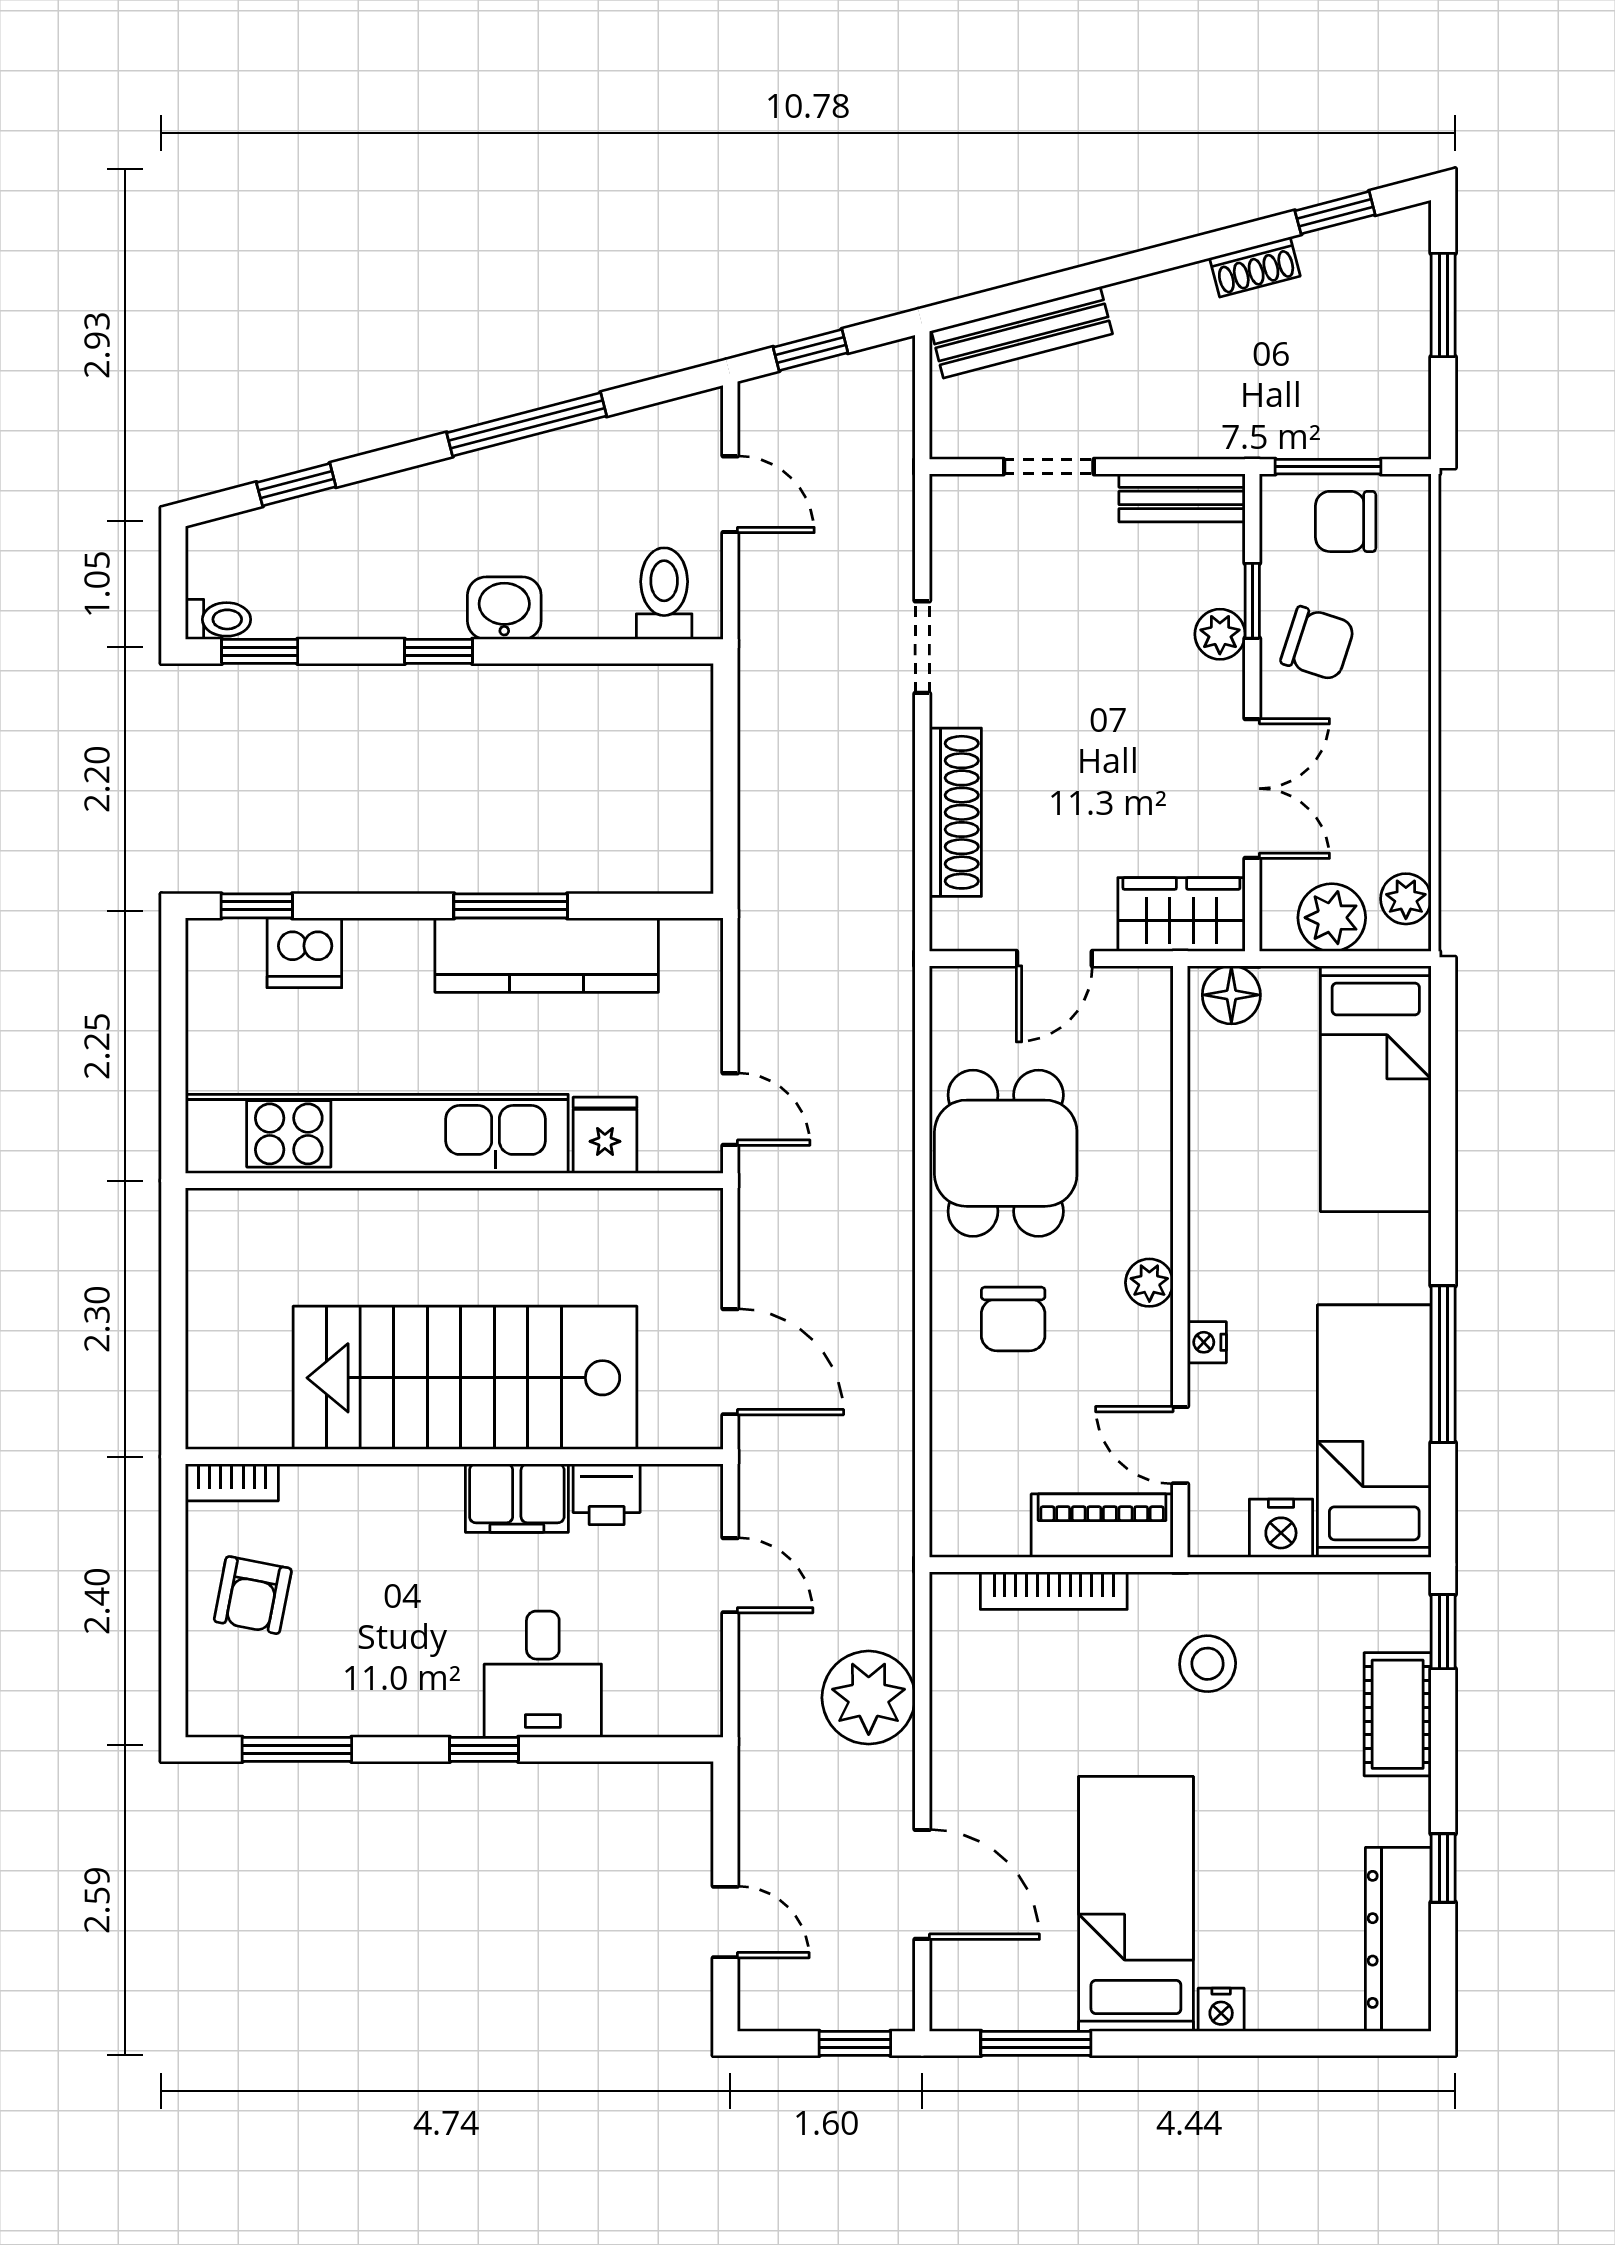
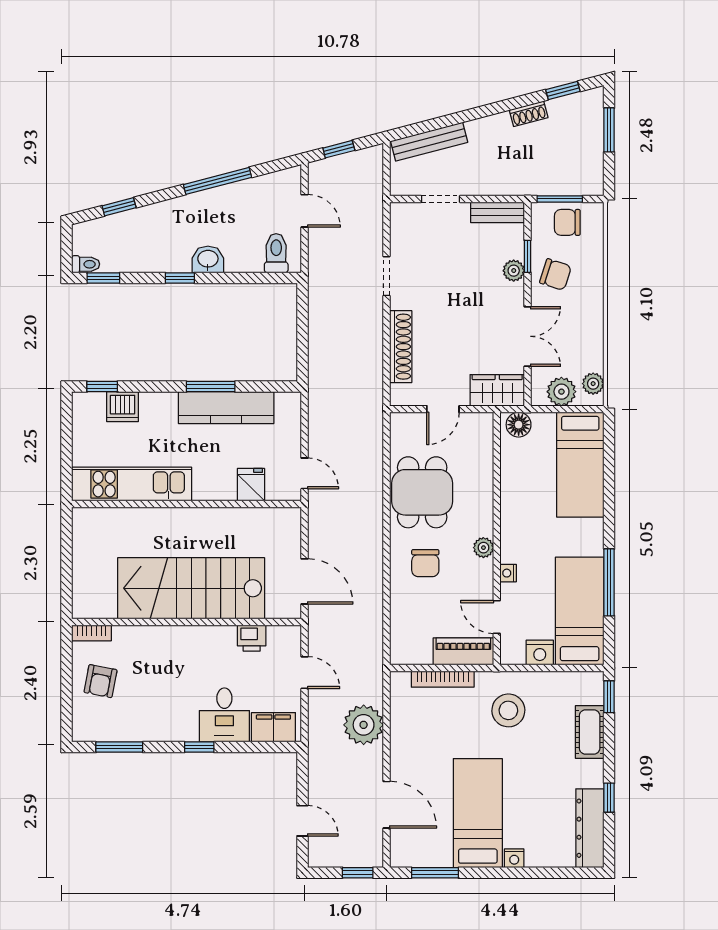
kitchen unit: (377, 1134) -> (132, 484), width x0.73
filing cabinet: (517, 1498) -> (273, 727), moved, turned 180
stool: (1208, 1664) -> (508, 710), width x1.38, depth x1.38

